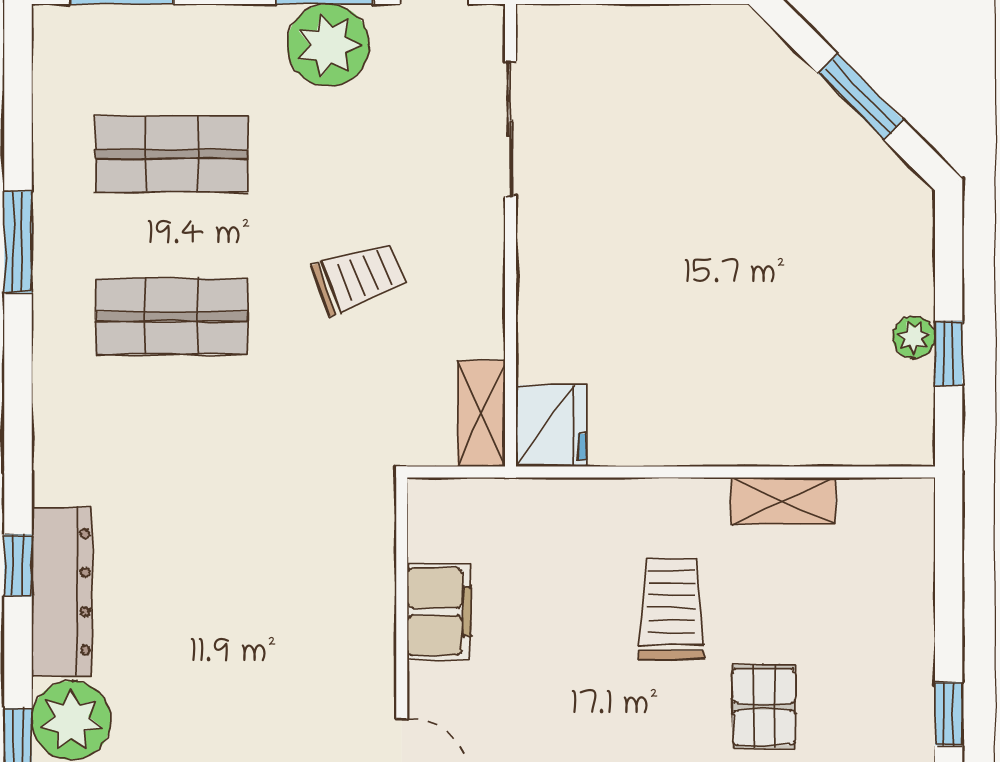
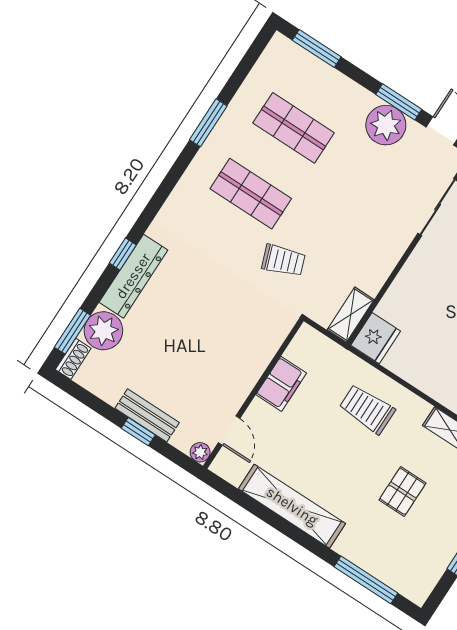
trolley: (359, 277) -> (284, 260), moved
trolley: (672, 609) -> (367, 409), moved, turned -90
pallet: (764, 707) -> (402, 491), moved

